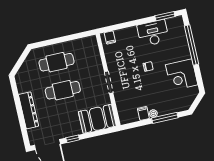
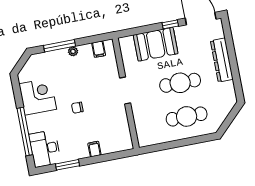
window: (165, 16) -> (67, 165), moved
desk: (153, 33) -> (45, 149), moved, turned 90
filing cabinet: (110, 37) -> (94, 149), moved
filing cabinet: (143, 113) -> (99, 49), moved
booth: (97, 119) -> (156, 44), moved

